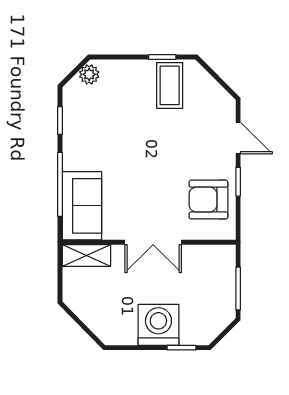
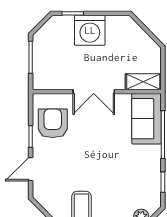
door: (238, 138) -> (31, 169), hinge flipped
armchair: (208, 200) -> (53, 123), turned -90
double door: (153, 242) -> (94, 92), swing flipped

